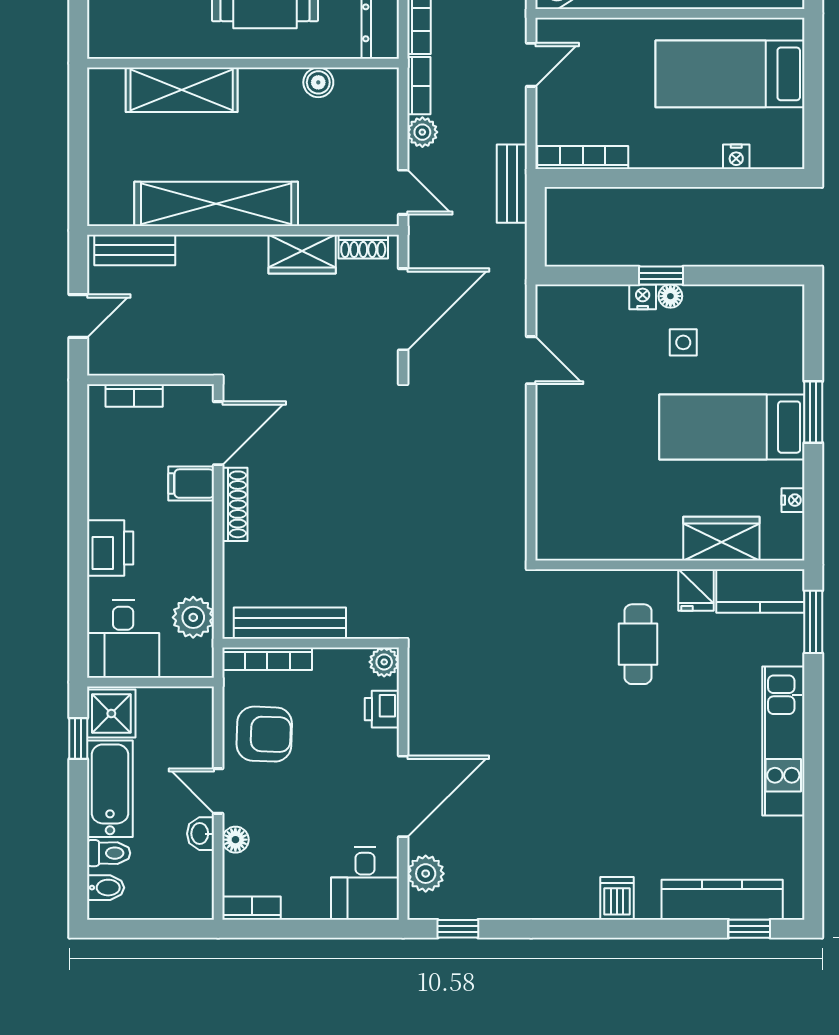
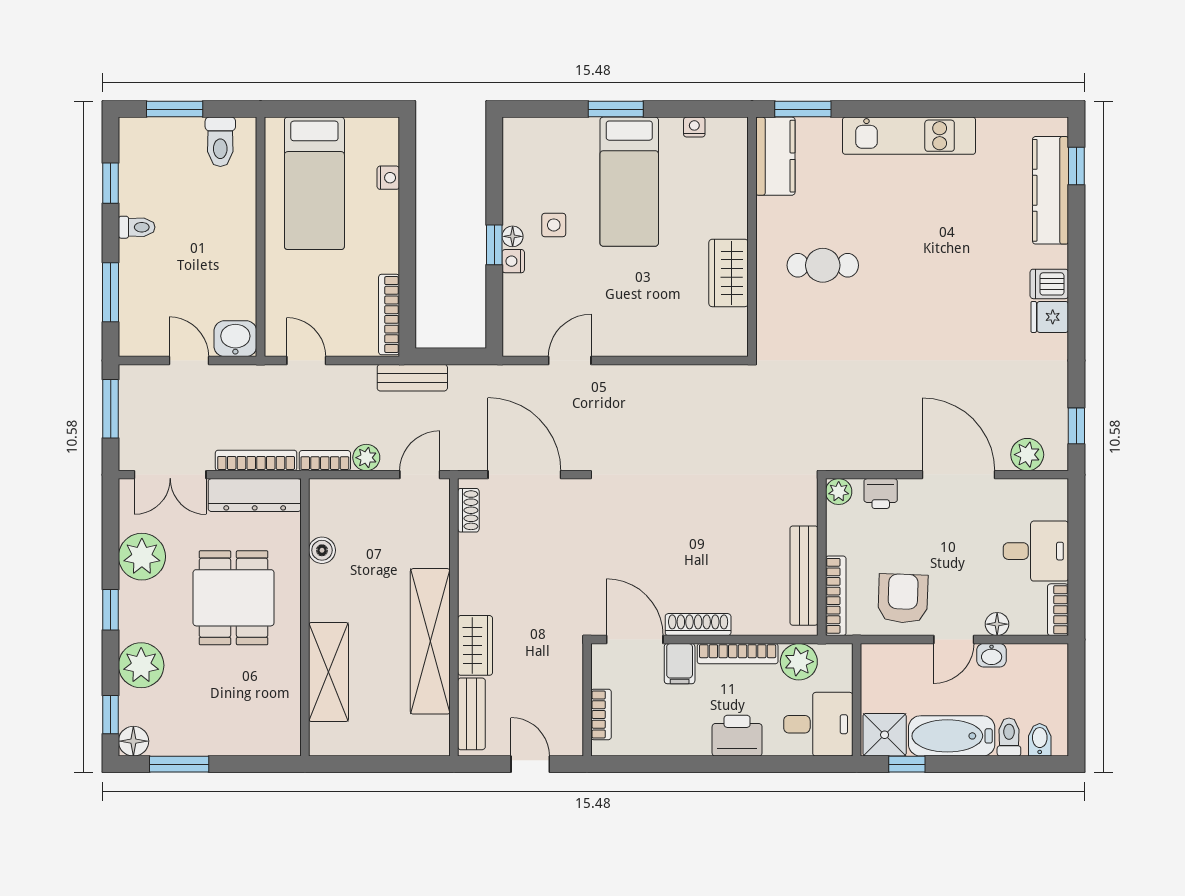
wardrobe: (302, 254) -> (475, 645), moved
wardrobe: (721, 539) -> (729, 273), moved
bookcase: (202, 549) -> (738, 654), added
fridge: (696, 590) -> (1050, 317), moved, turned 180
desk: (365, 883) -> (1036, 551), moved

